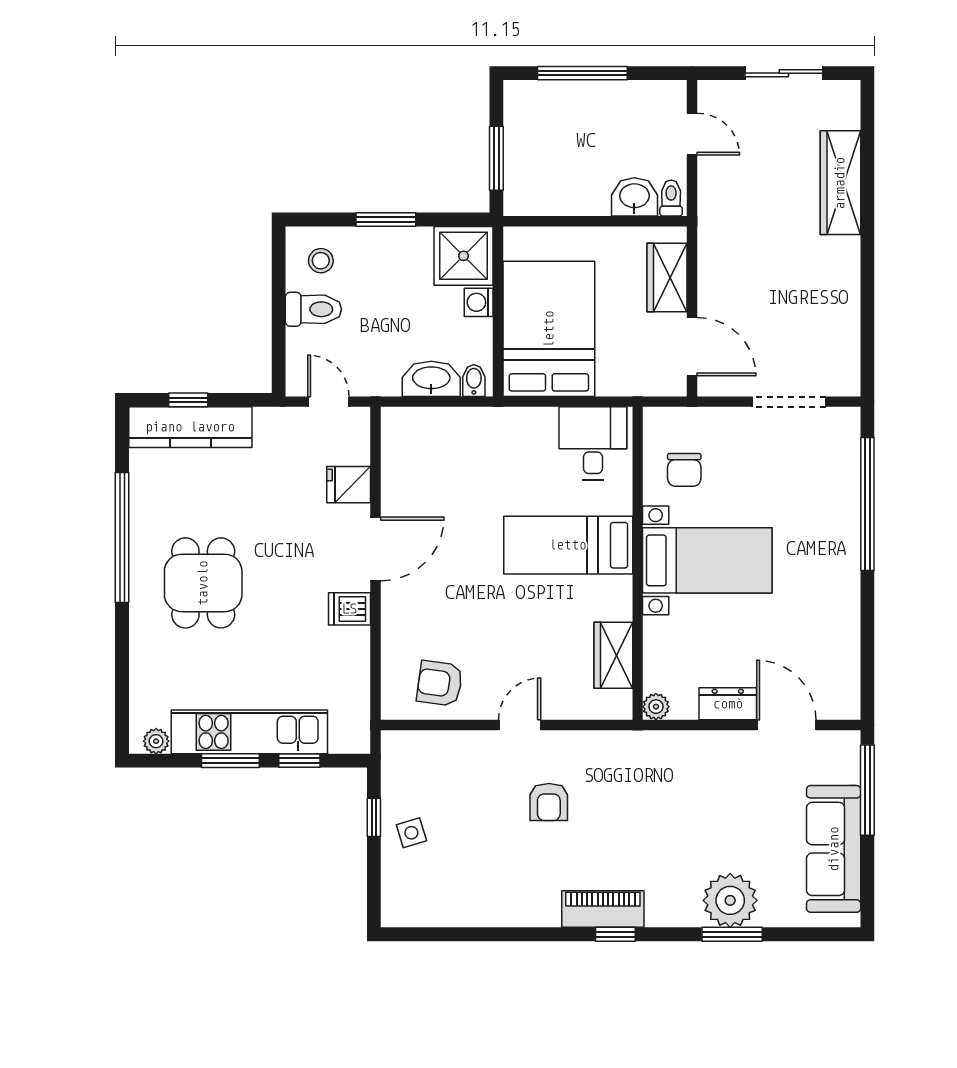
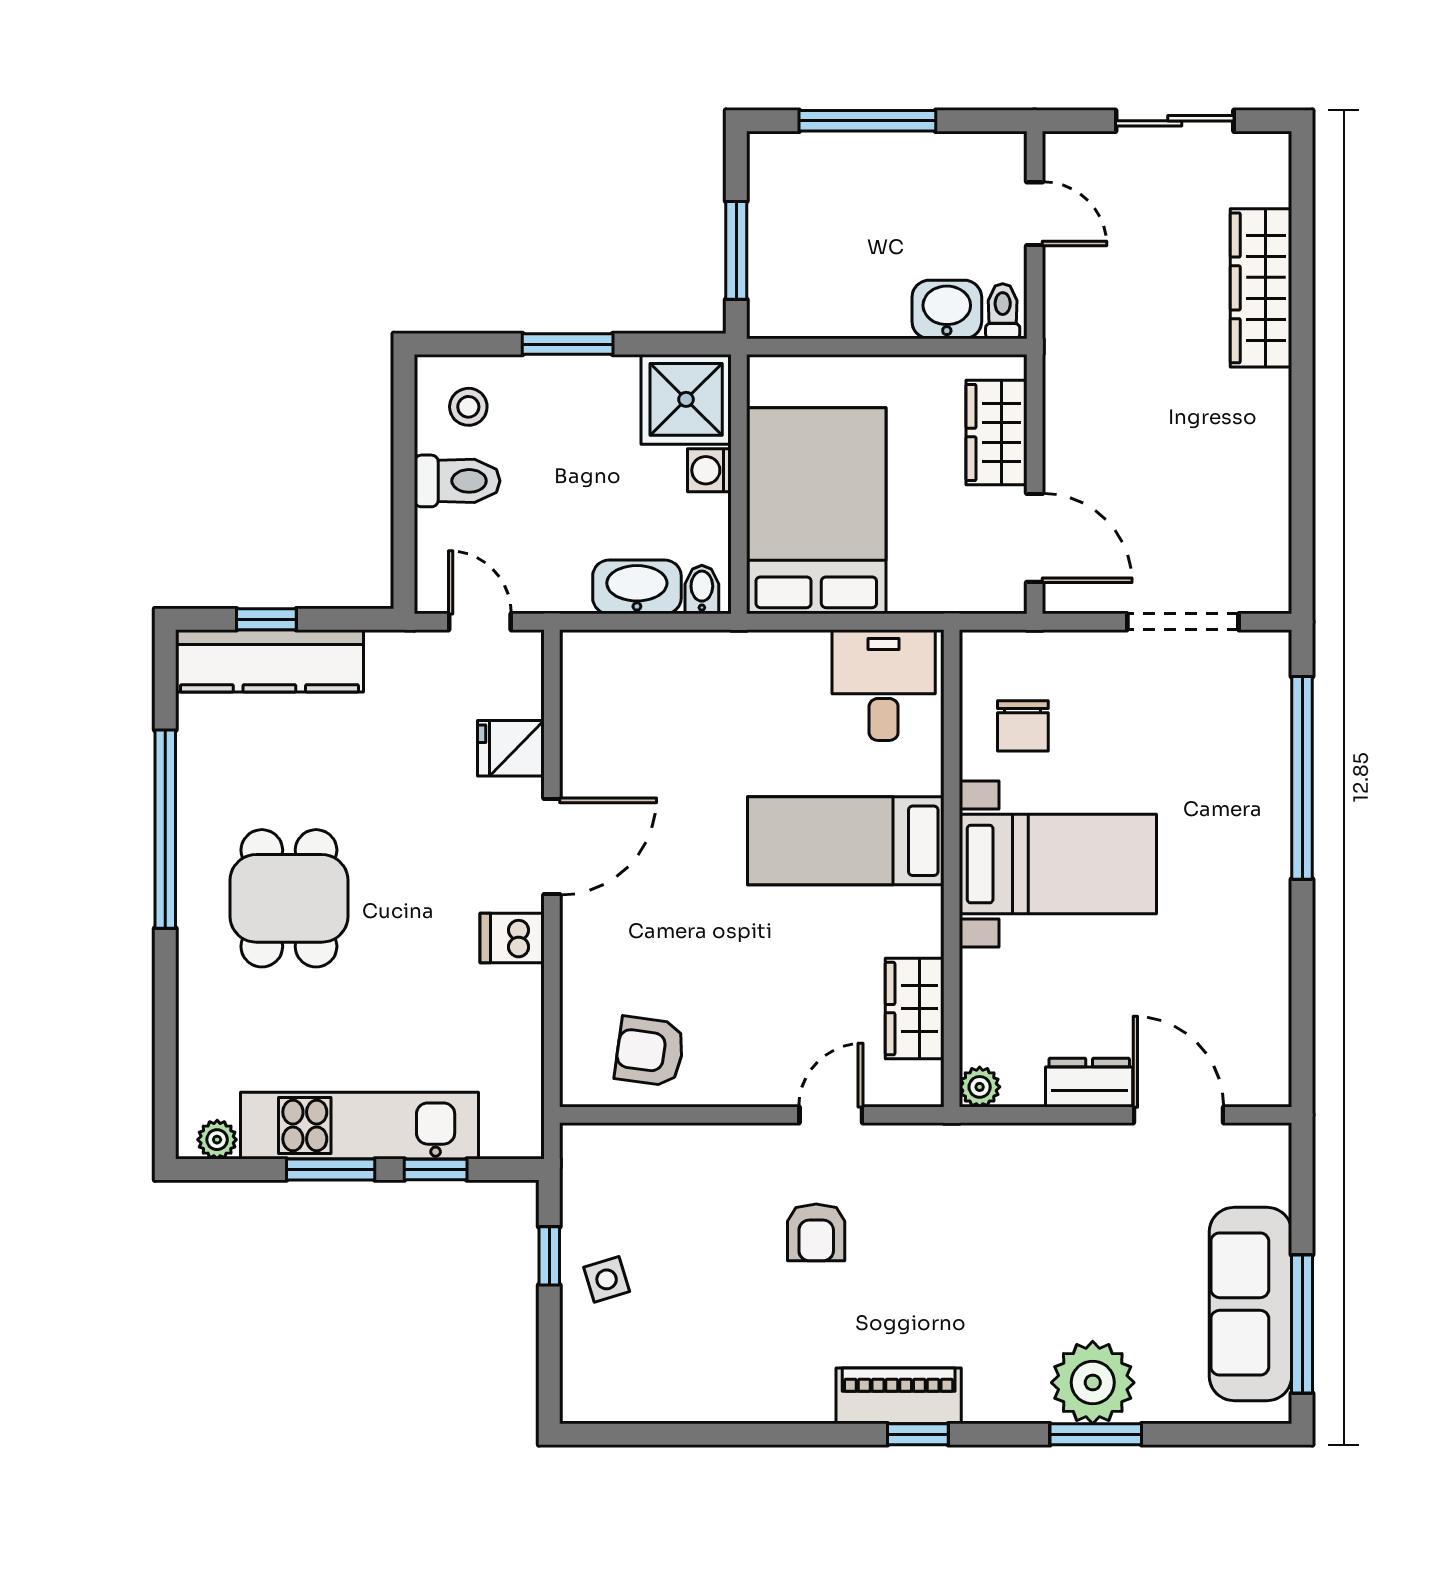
door: (520, 725) -> (831, 1115), moved
window: (867, 790) -> (1302, 1324), moved

